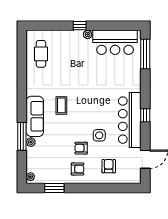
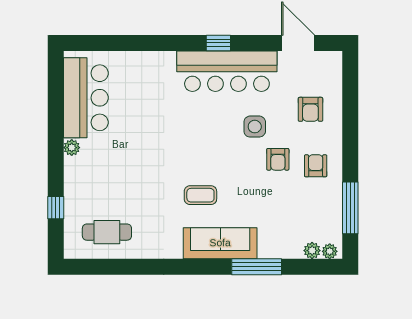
window: (80, 26) -> (56, 208), moved
window: (145, 54) -> (107, 43), removed
plant: (31, 142) -> (312, 251), moved
armchair: (109, 166) -> (310, 109), turned -90
window: (54, 188) -> (350, 208), width x1.44

